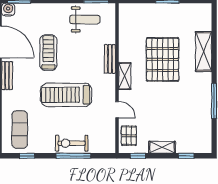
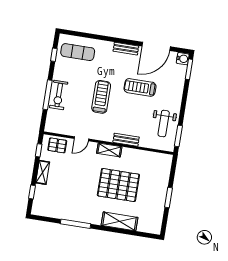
treadmill: (48, 53) -> (140, 87), turned 180
treadmill: (66, 95) -> (101, 97), width x0.73, depth x0.73
exercise bike: (72, 143) -> (59, 95), turned 180

